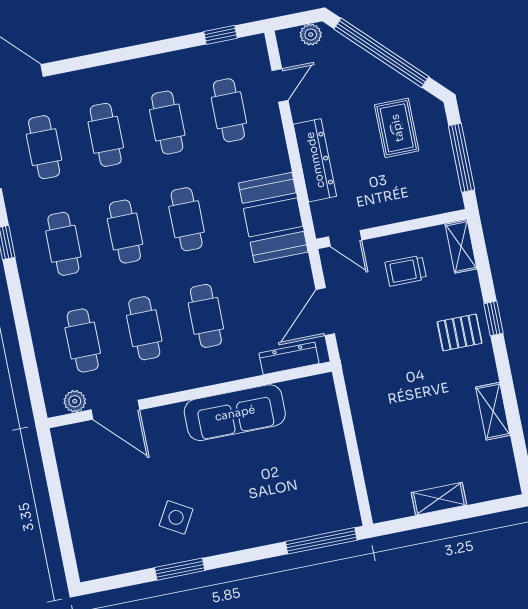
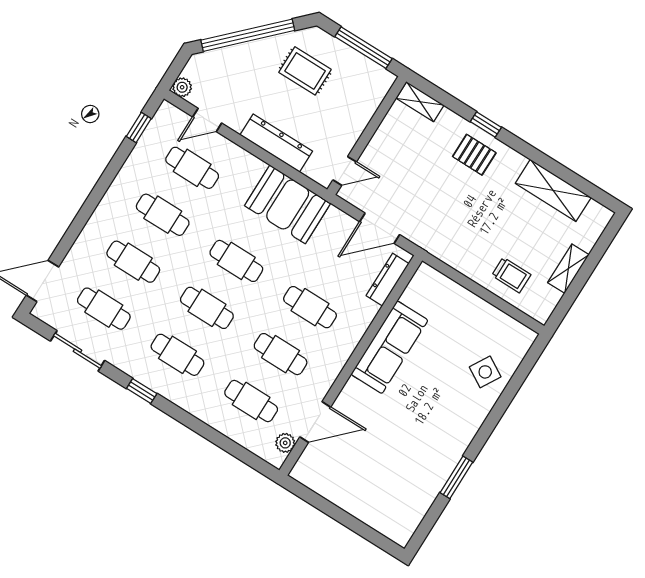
plant: (311, 35) -> (182, 87), moved
door: (280, 85) -> (207, 120), swing flipped
trolley: (406, 271) -> (511, 275), moved, turned -90
door: (325, 312) -> (380, 228), hinge flipped
pallet: (460, 332) -> (474, 155), turned 90
shelving: (493, 411) -> (553, 190), width x1.50, depth x1.33
side table: (176, 517) -> (485, 372), moved
window: (321, 541) -> (524, 370), removed

